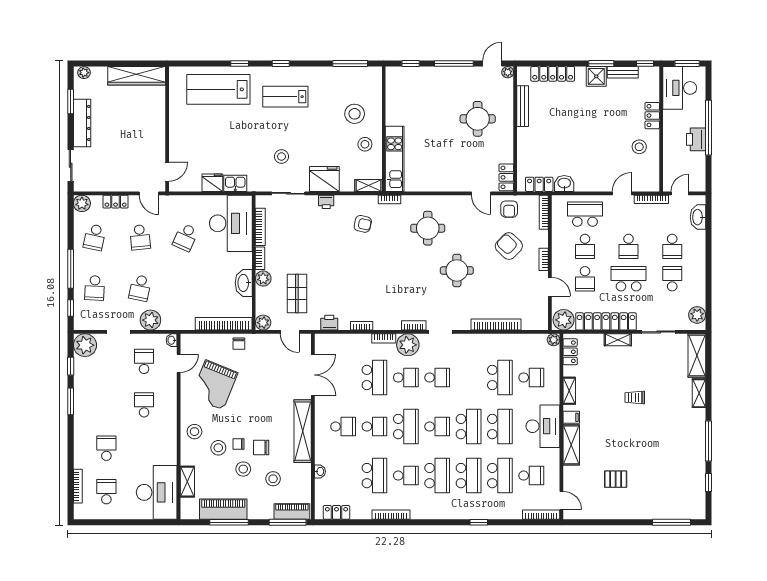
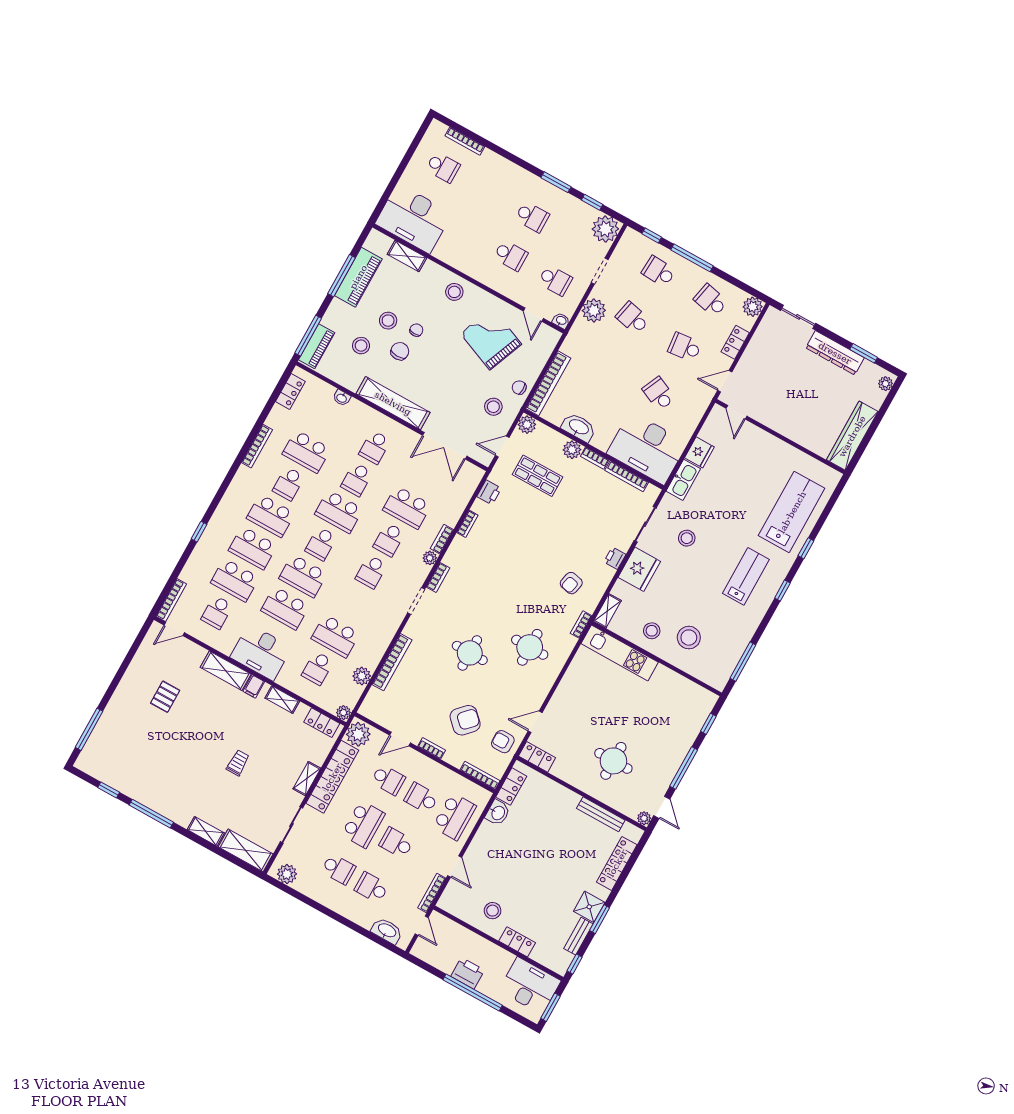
kitchen sink: (235, 183) -> (683, 480), width x1.38
school desk: (585, 279) -> (388, 780), turned 180
plant: (519, 341) -> (362, 676), added
plant: (408, 345) -> (430, 558), width x0.53, depth x0.53
school desk: (106, 448) -> (532, 217), moved
stool: (218, 448) -> (493, 407), moved

